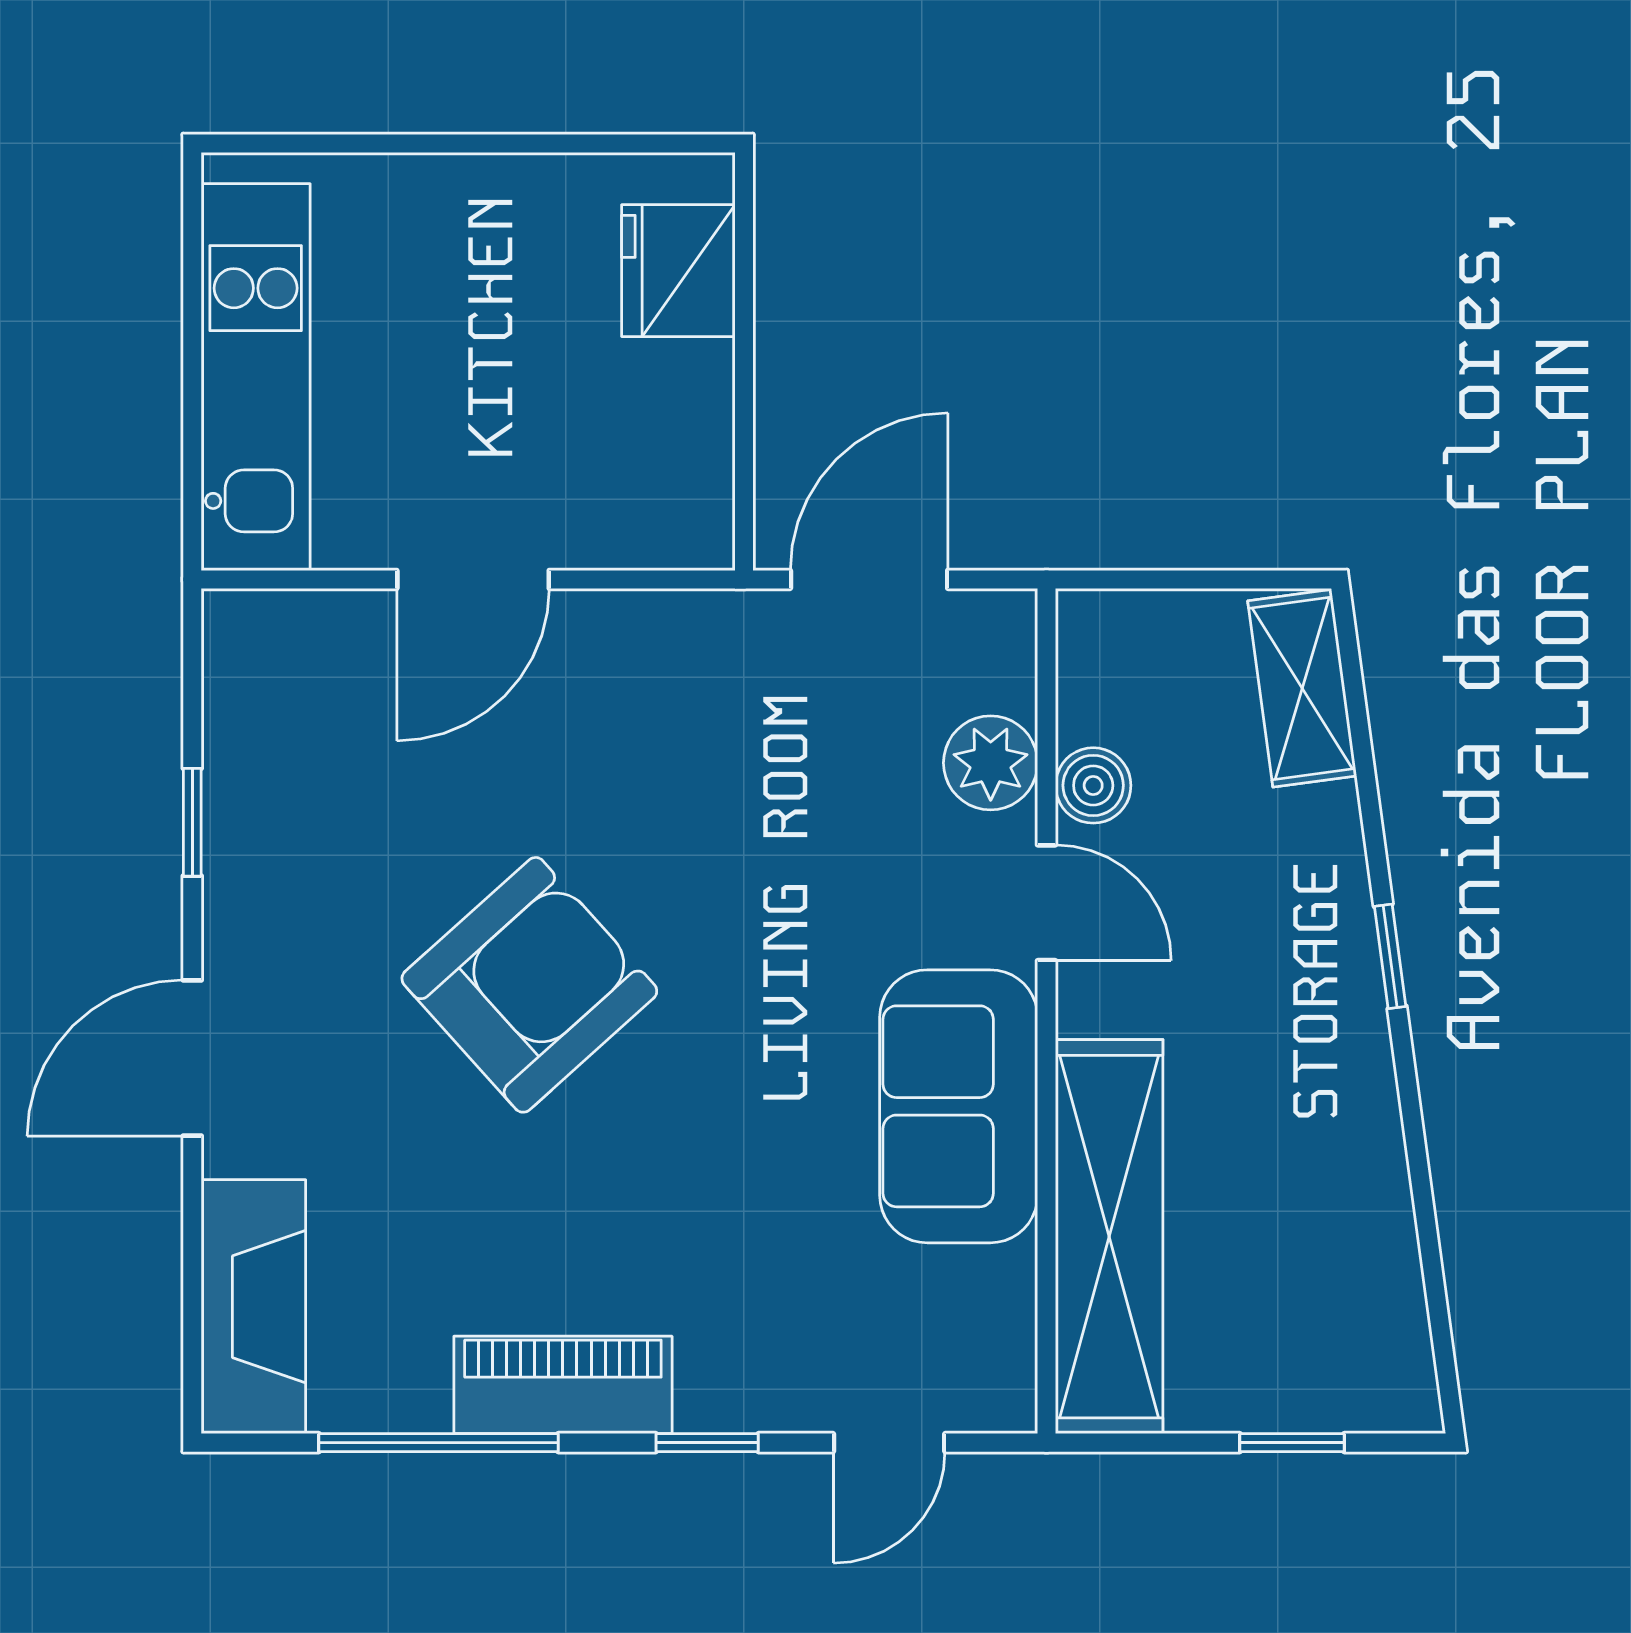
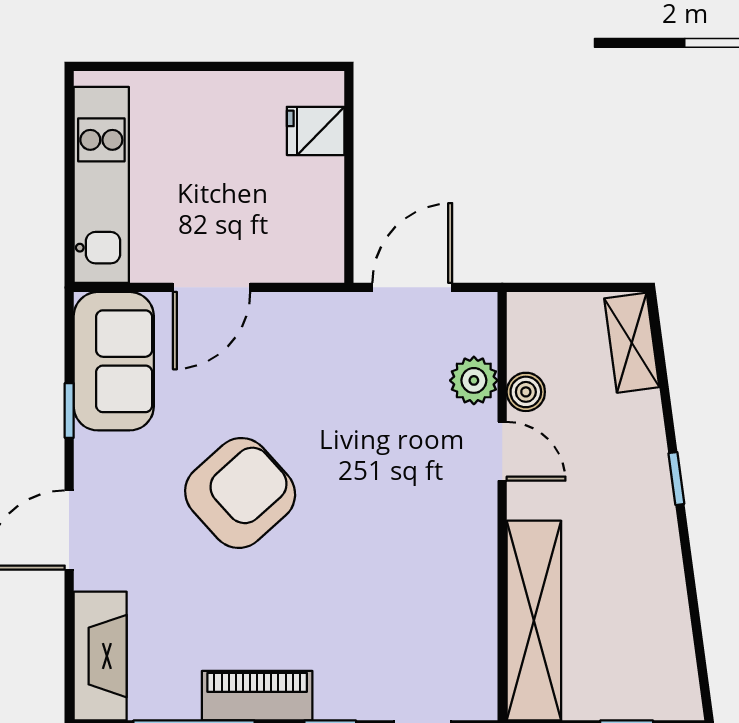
fridge: (678, 271) -> (316, 131), width x0.72
sofa: (959, 1106) -> (114, 361), moved, turned 180

